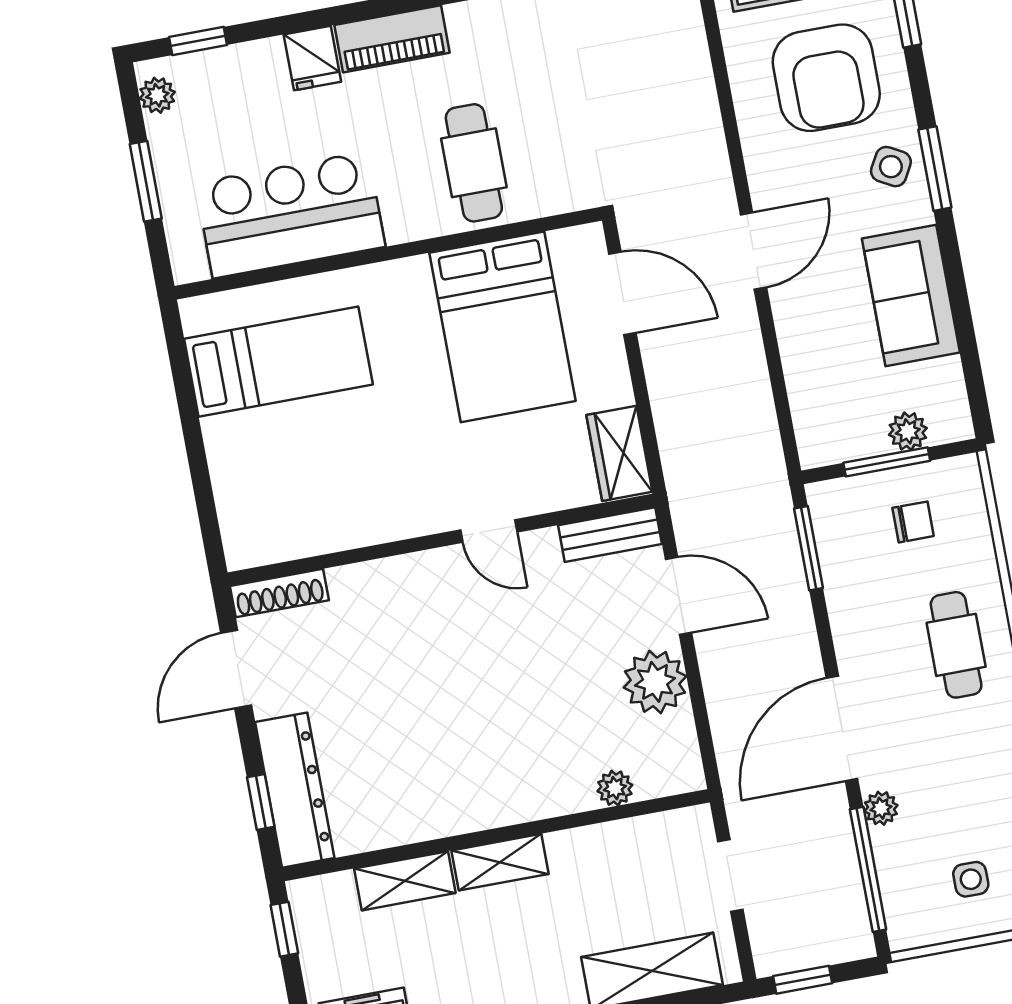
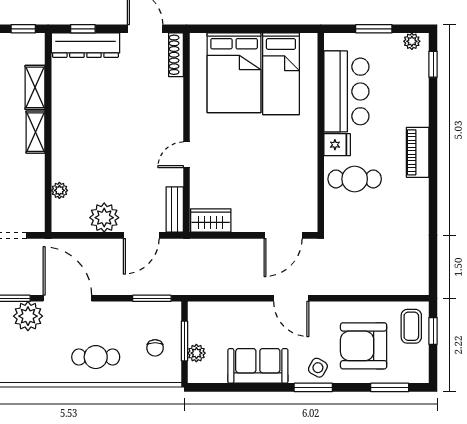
fridge: (312, 58) -> (337, 145), moved, turned 180
bed: (502, 327) -> (234, 73), moved, turned -90
plant: (881, 808) -> (28, 316), width x1.88, depth x1.88

